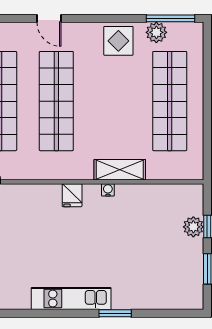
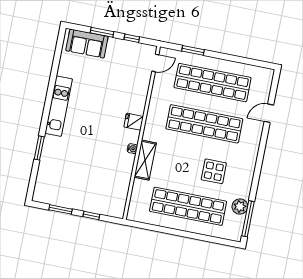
door: (49, 18) -> (269, 113), moved
display table: (118, 41) -> (214, 171), moved
plant: (193, 227) -> (93, 205), removed
window: (115, 313) -> (39, 148), moved

